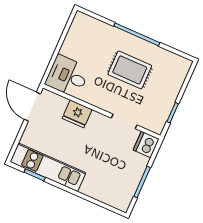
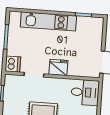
fridge: (77, 114) -> (58, 67), moved
kitchen unit: (48, 167) -> (48, 21), moved

